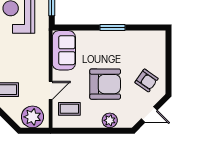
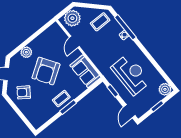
armchair: (105, 84) -> (46, 71), turned -33
coffee table: (69, 109) -> (61, 99), moved

